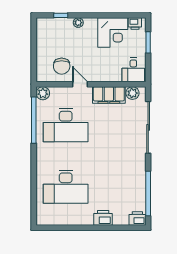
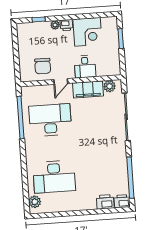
printer: (135, 24) -> (66, 25), moved
desk: (133, 70) -> (85, 67), moved
door: (80, 84) -> (61, 81), swing flipped
plant: (43, 93) -> (35, 202), moved
desk: (66, 125) -> (50, 120), turned 180
printer: (103, 218) -> (105, 202), moved

